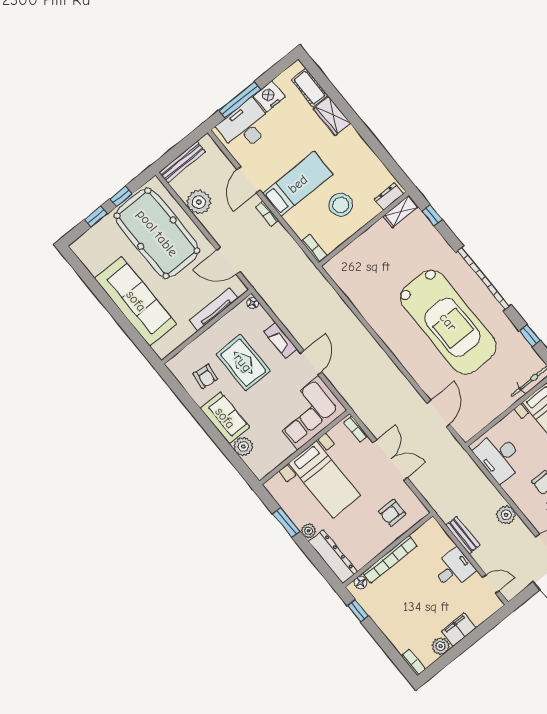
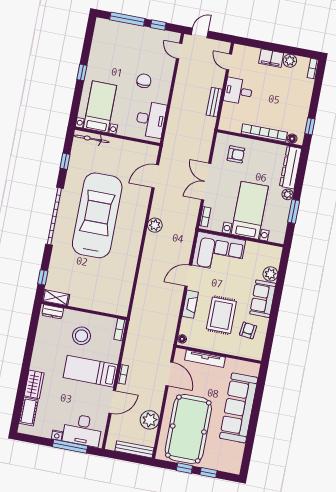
nightstand: (269, 96) -> (57, 435), width x0.53, depth x0.56
plant: (506, 515) -> (155, 225), moved

